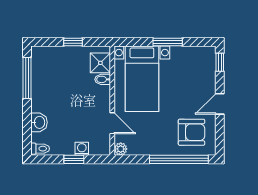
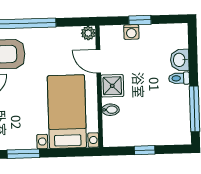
window: (168, 42) -> (23, 154), moved
shower: (100, 63) -> (112, 86), moved
toilet: (40, 149) -> (179, 78), moved

